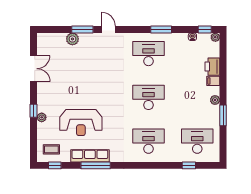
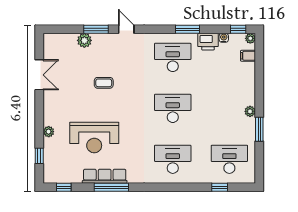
printer: (212, 67) -> (208, 42), moved, turned -90
filing cabinet: (213, 81) -> (248, 56), moved
window: (34, 111) -> (39, 156), moved
coffee table: (51, 149) -> (104, 83), moved

